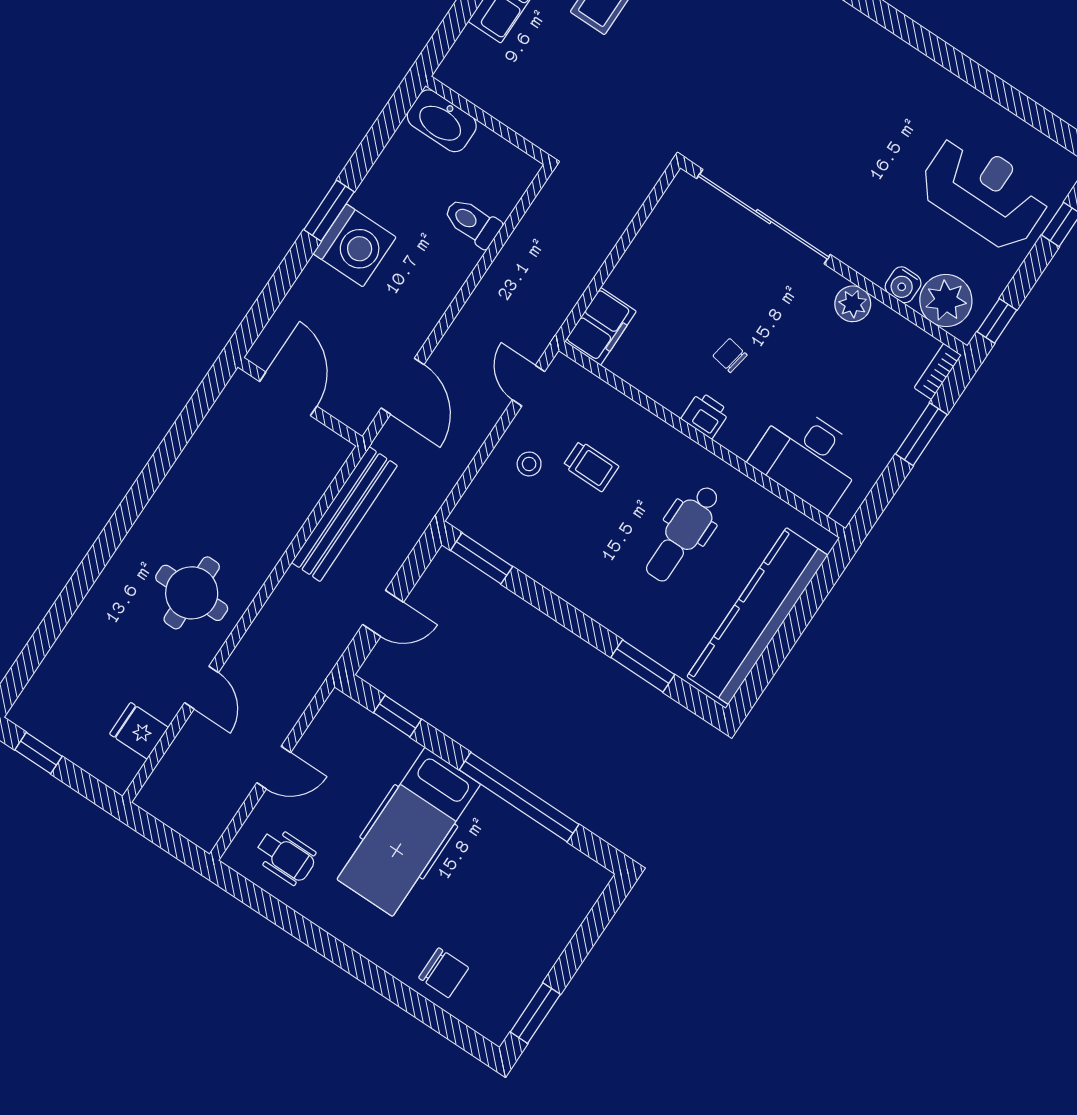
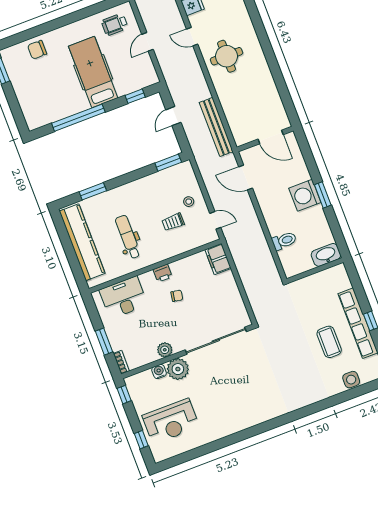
plant: (946, 301) -> (178, 369), moved

